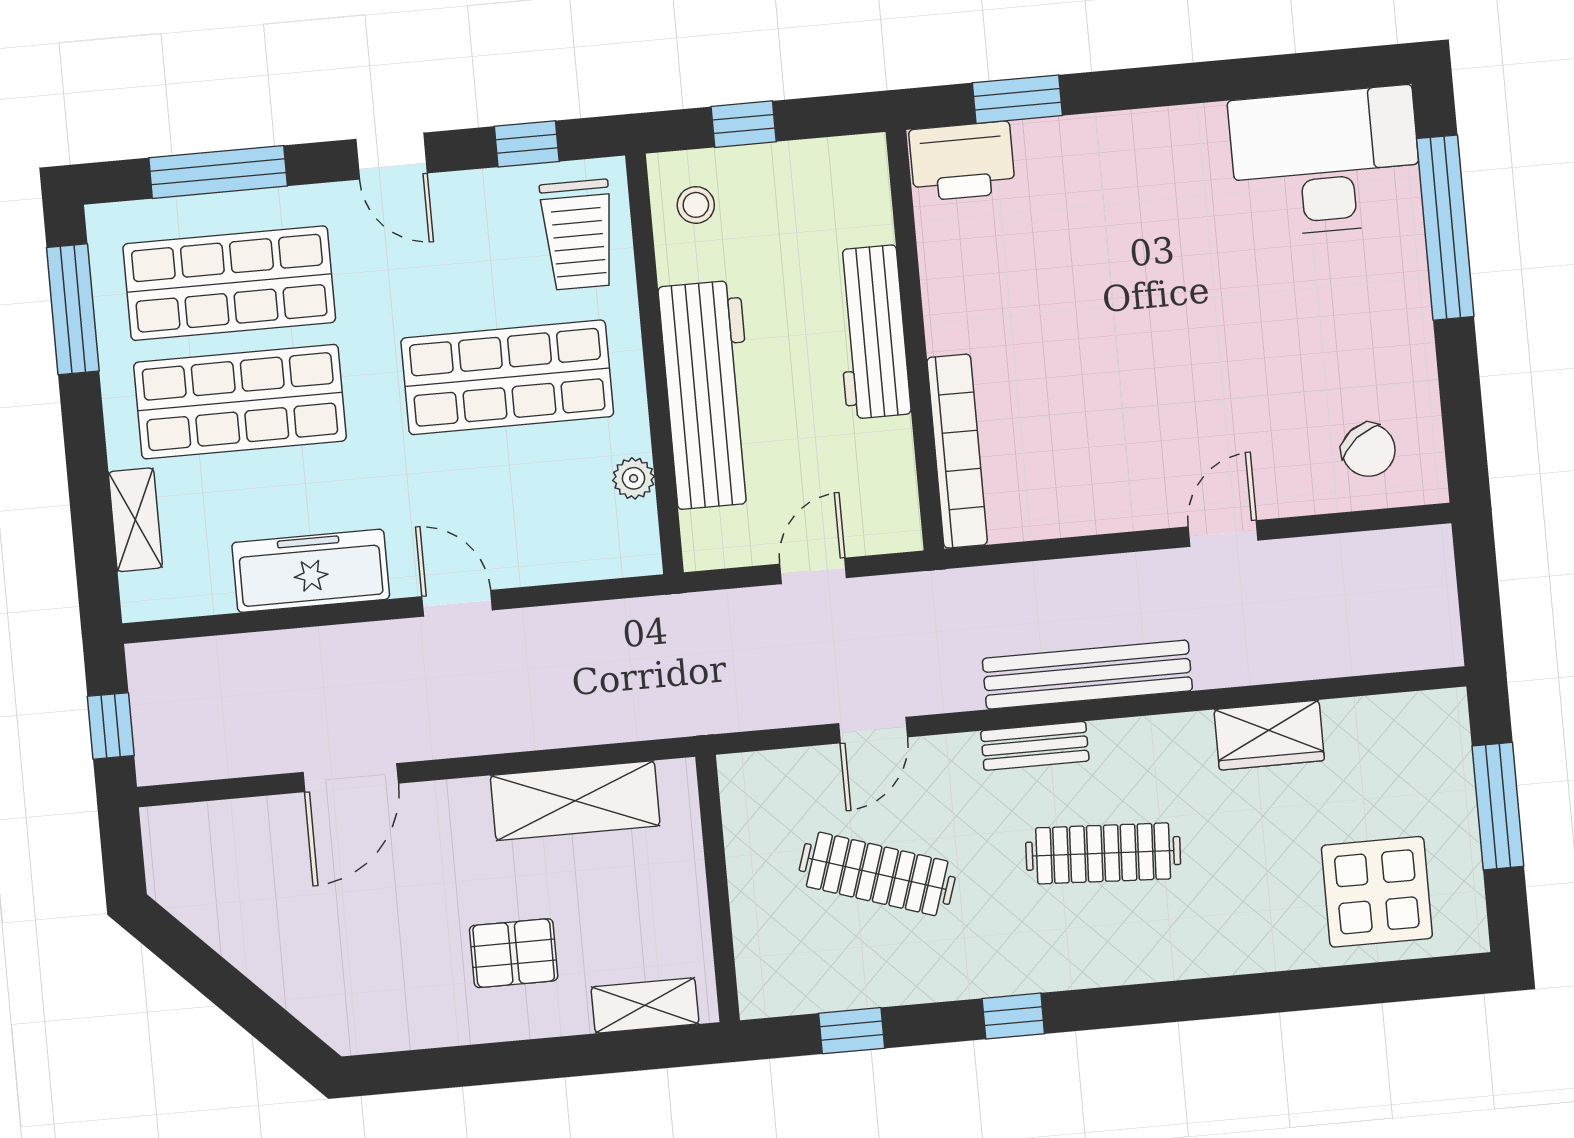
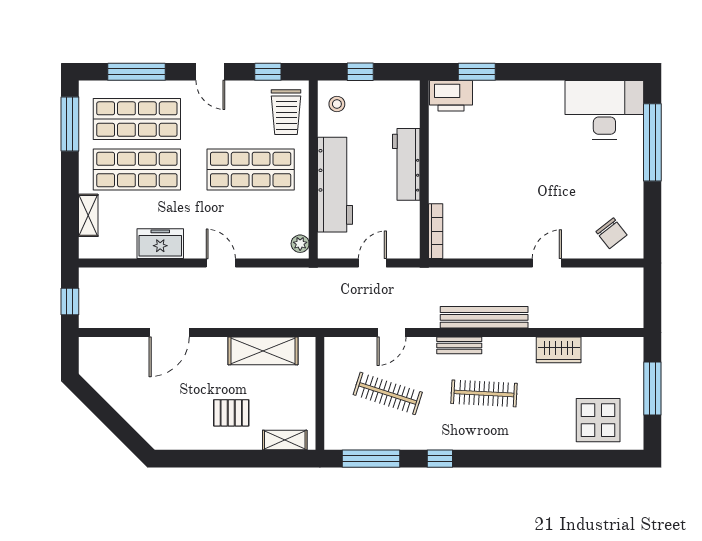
bookcase: (957, 451) -> (436, 231), width x0.68, depth x0.76
plant: (634, 478) -> (300, 244), moved
freezer: (311, 571) -> (160, 244), width x0.71
window: (852, 1031) -> (371, 459), width x2.17

